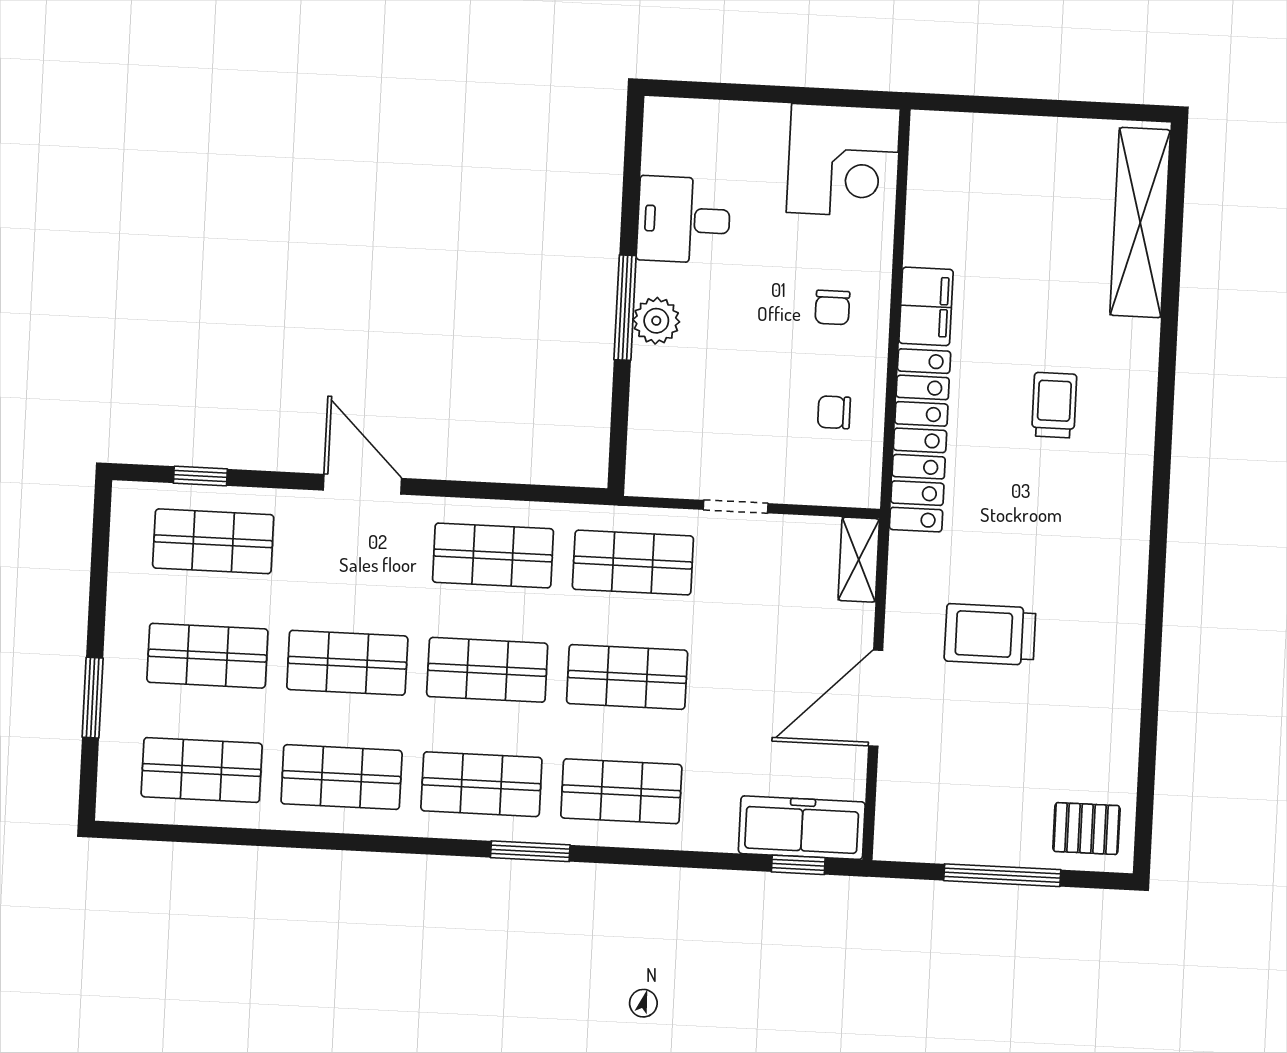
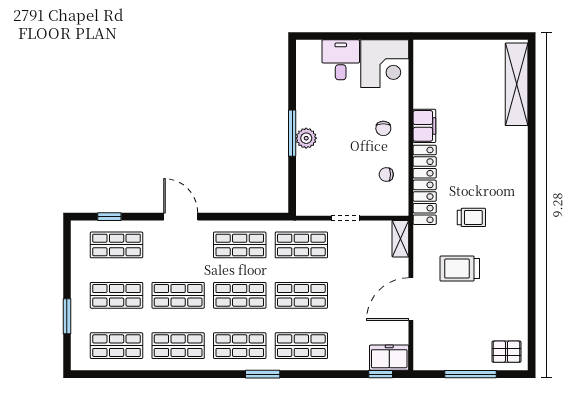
desk: (684, 220) -> (341, 60), moved, turned 90
trolley: (1054, 405) -> (471, 217), moved, turned 90
freezer: (802, 828) -> (389, 358), width x0.71

